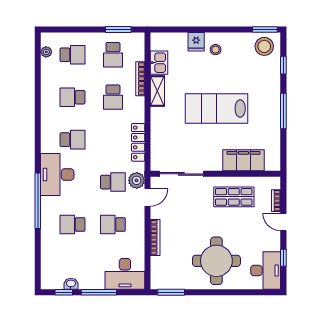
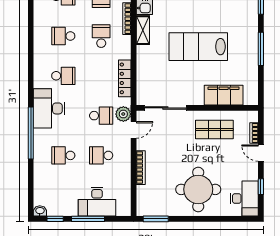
school desk: (113, 97) -> (101, 36), turned 180
desk: (125, 274) -> (97, 202), moved
washbasin: (71, 284) -> (40, 211), moved

